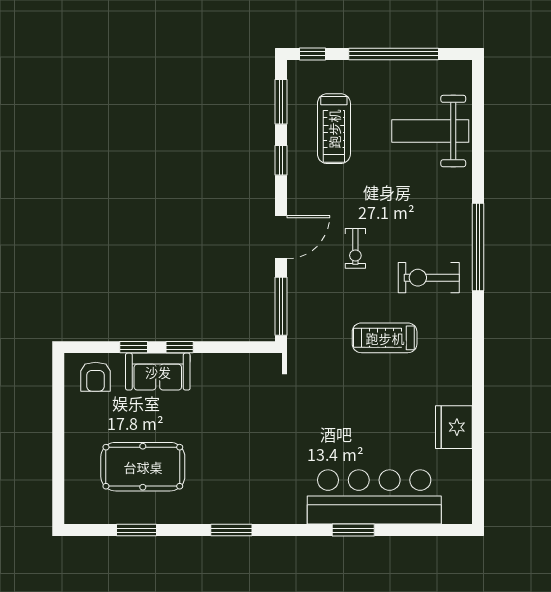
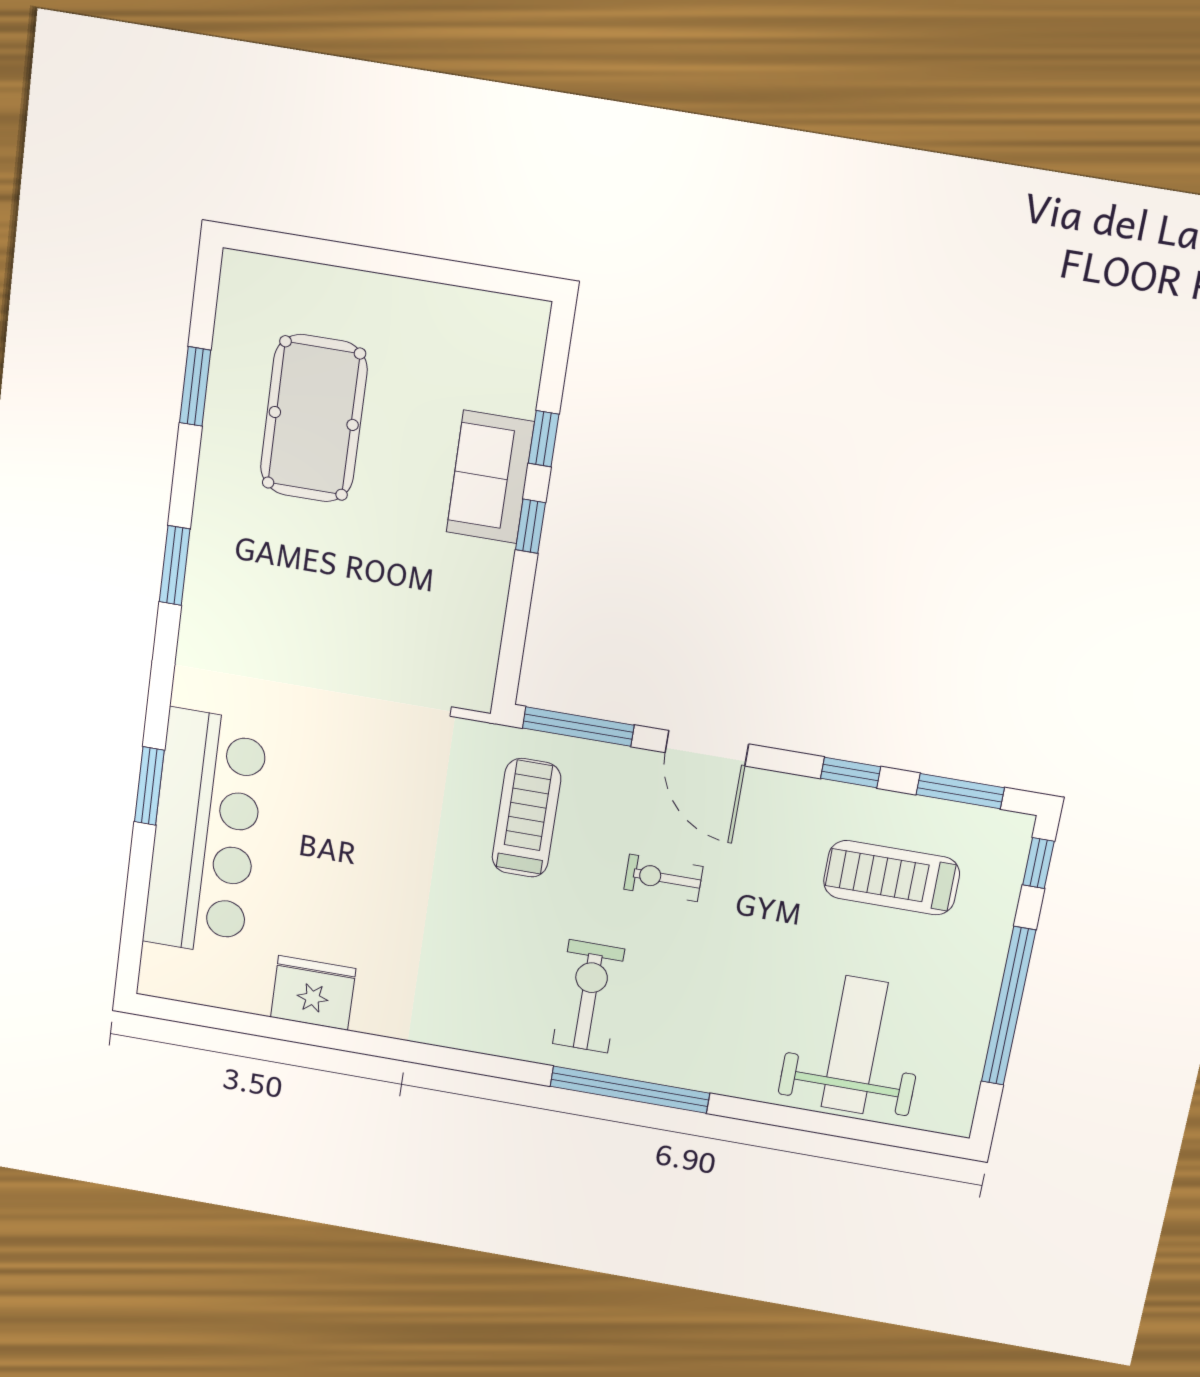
treadmill: (385, 338) -> (526, 818), moved
armchair: (96, 377) -> (498, 355), removed

